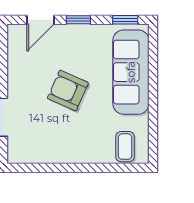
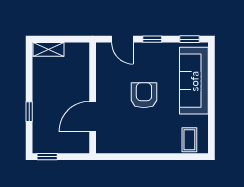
door: (40, 20) -> (122, 39), hinge flipped
armchair: (68, 91) -> (144, 95), turned 66

